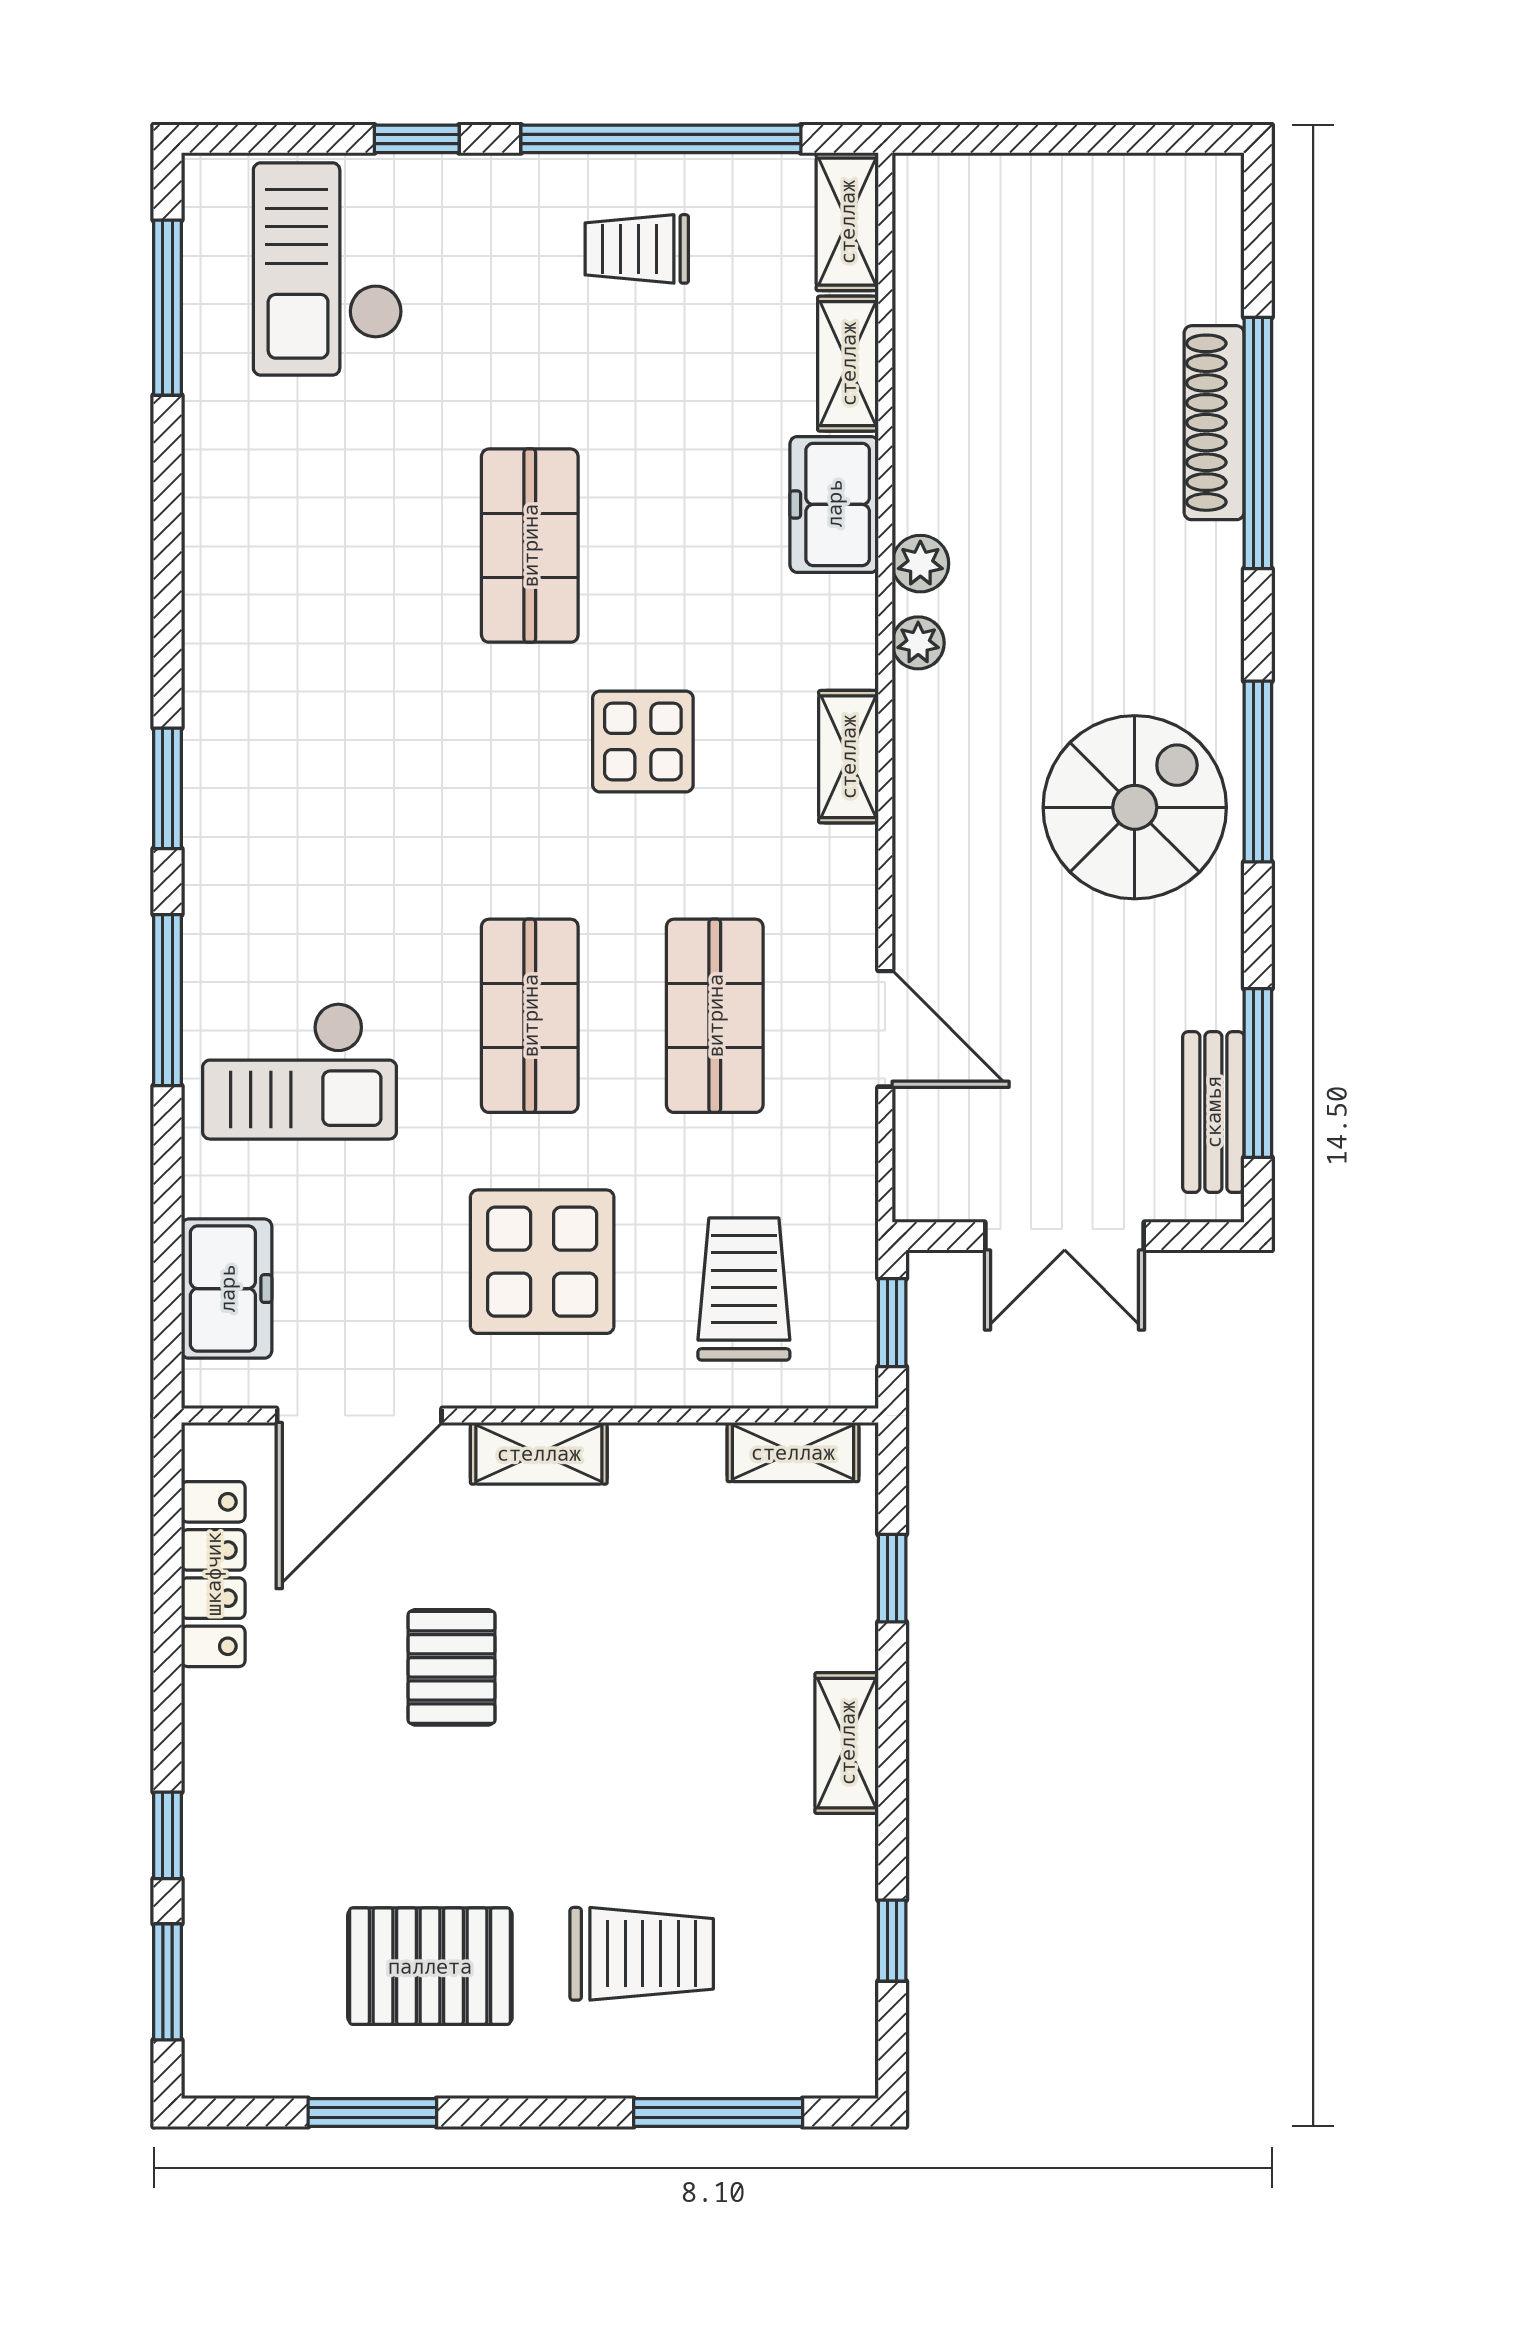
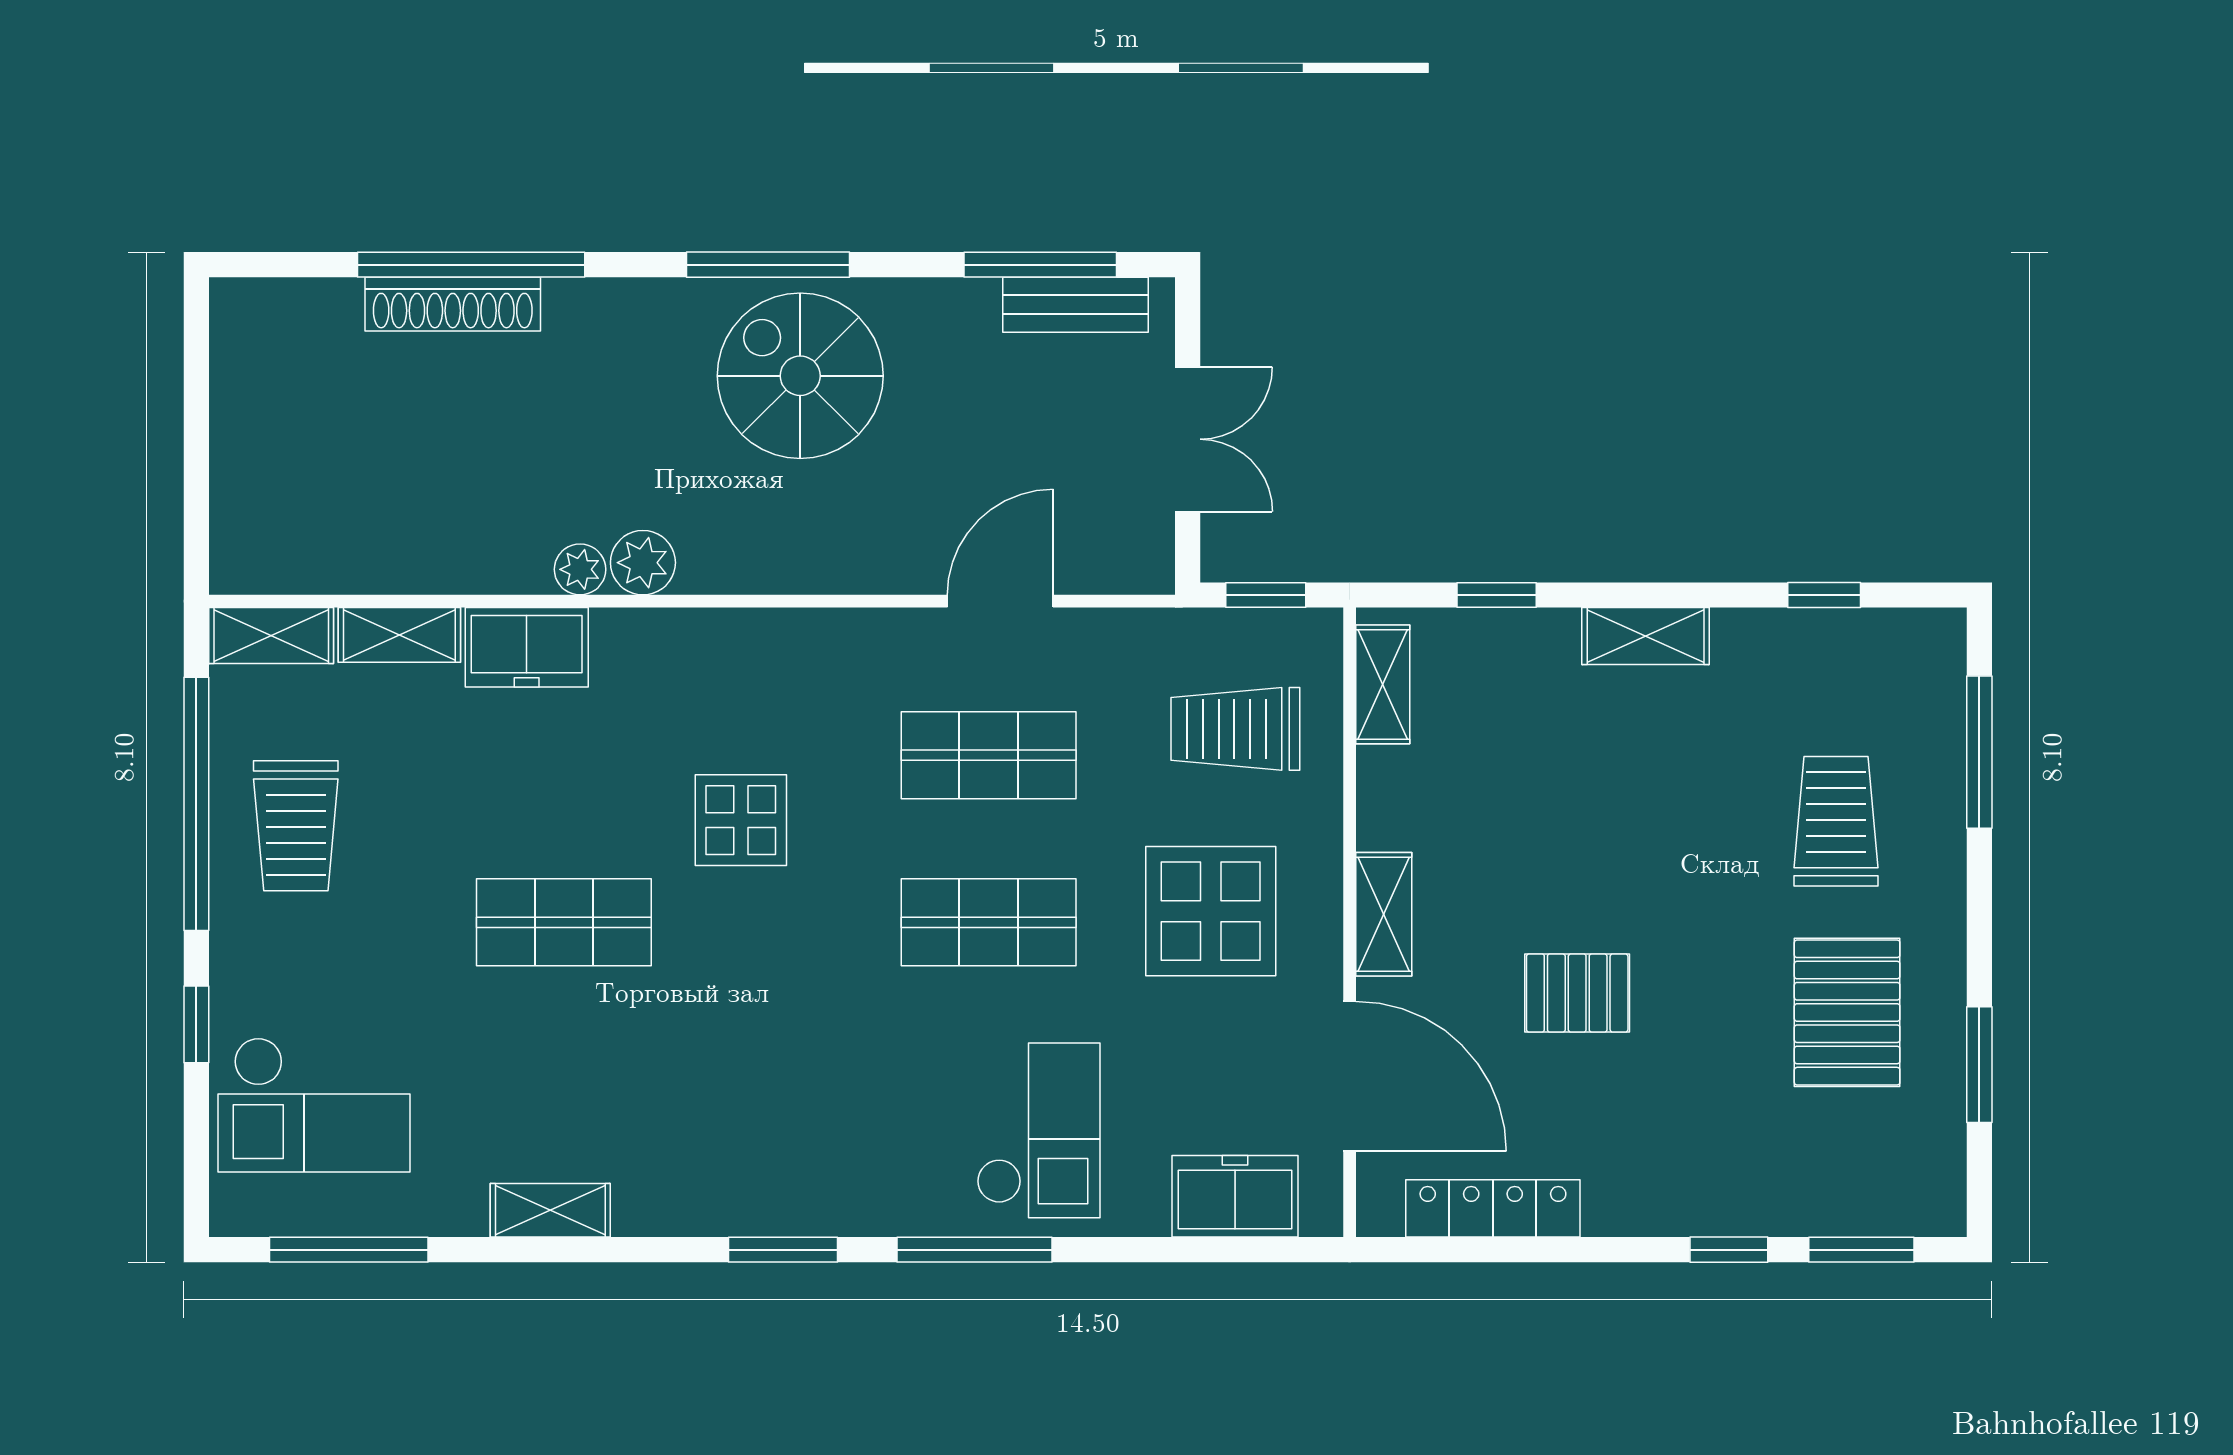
trolley: (637, 249) -> (296, 826), width x1.36, depth x1.39
plant: (918, 643) -> (643, 563), width x1.38, depth x1.38
shelving: (848, 757) -> (550, 1210), moved

